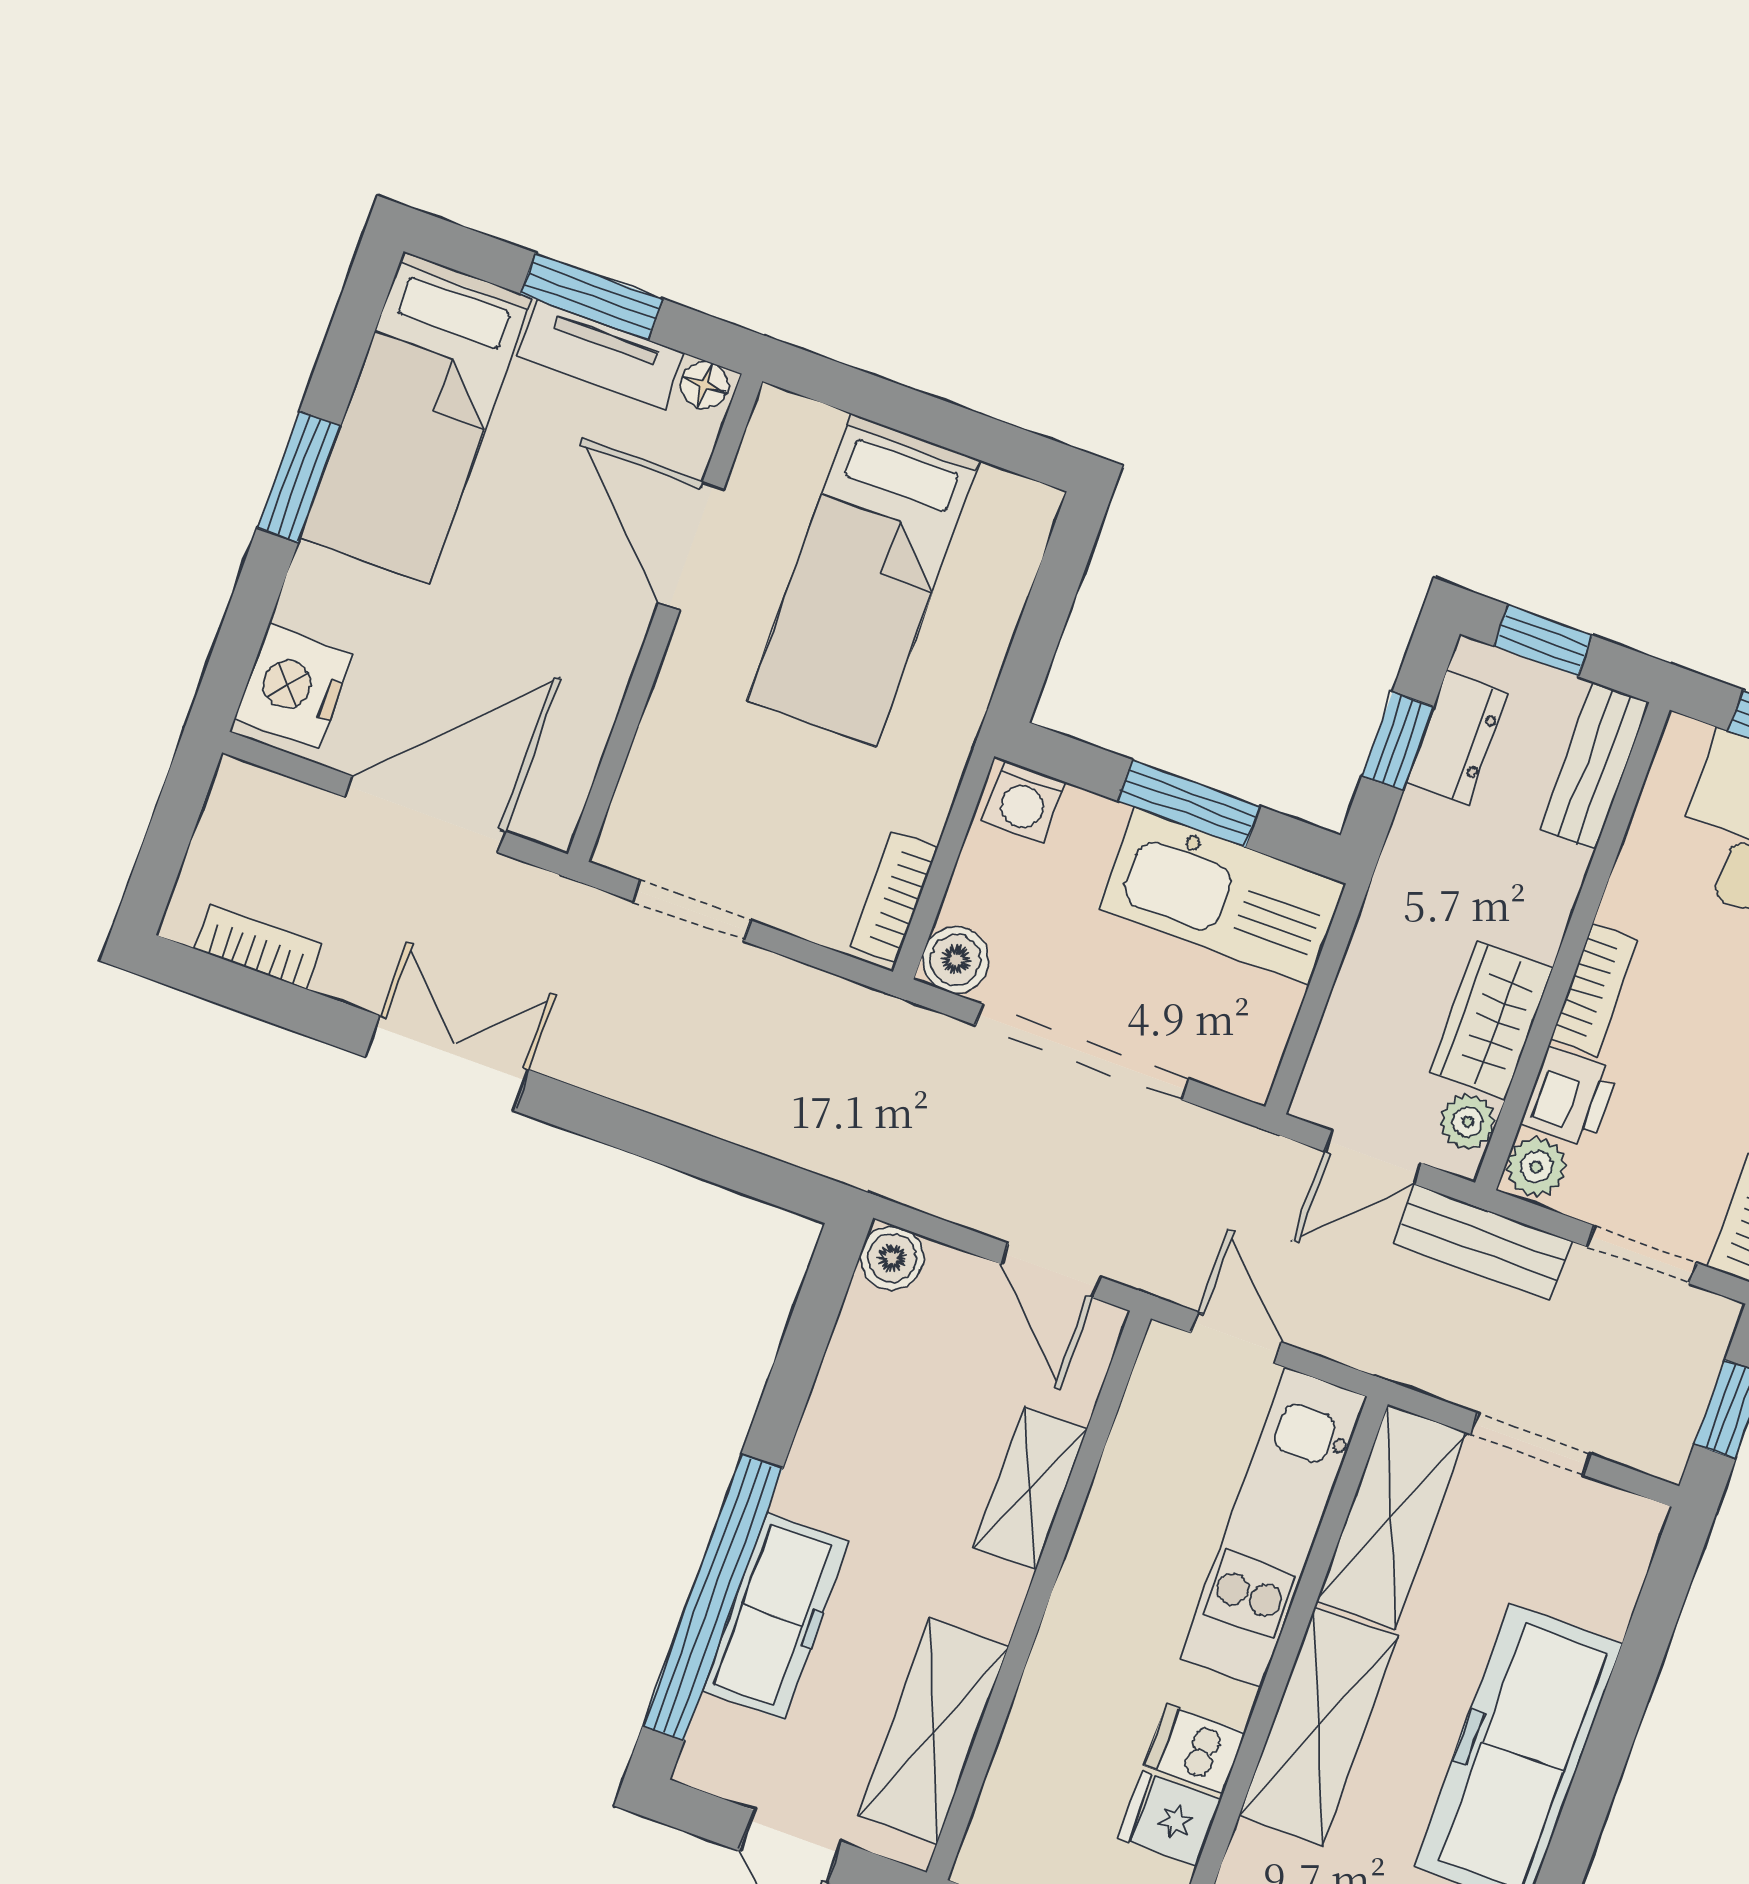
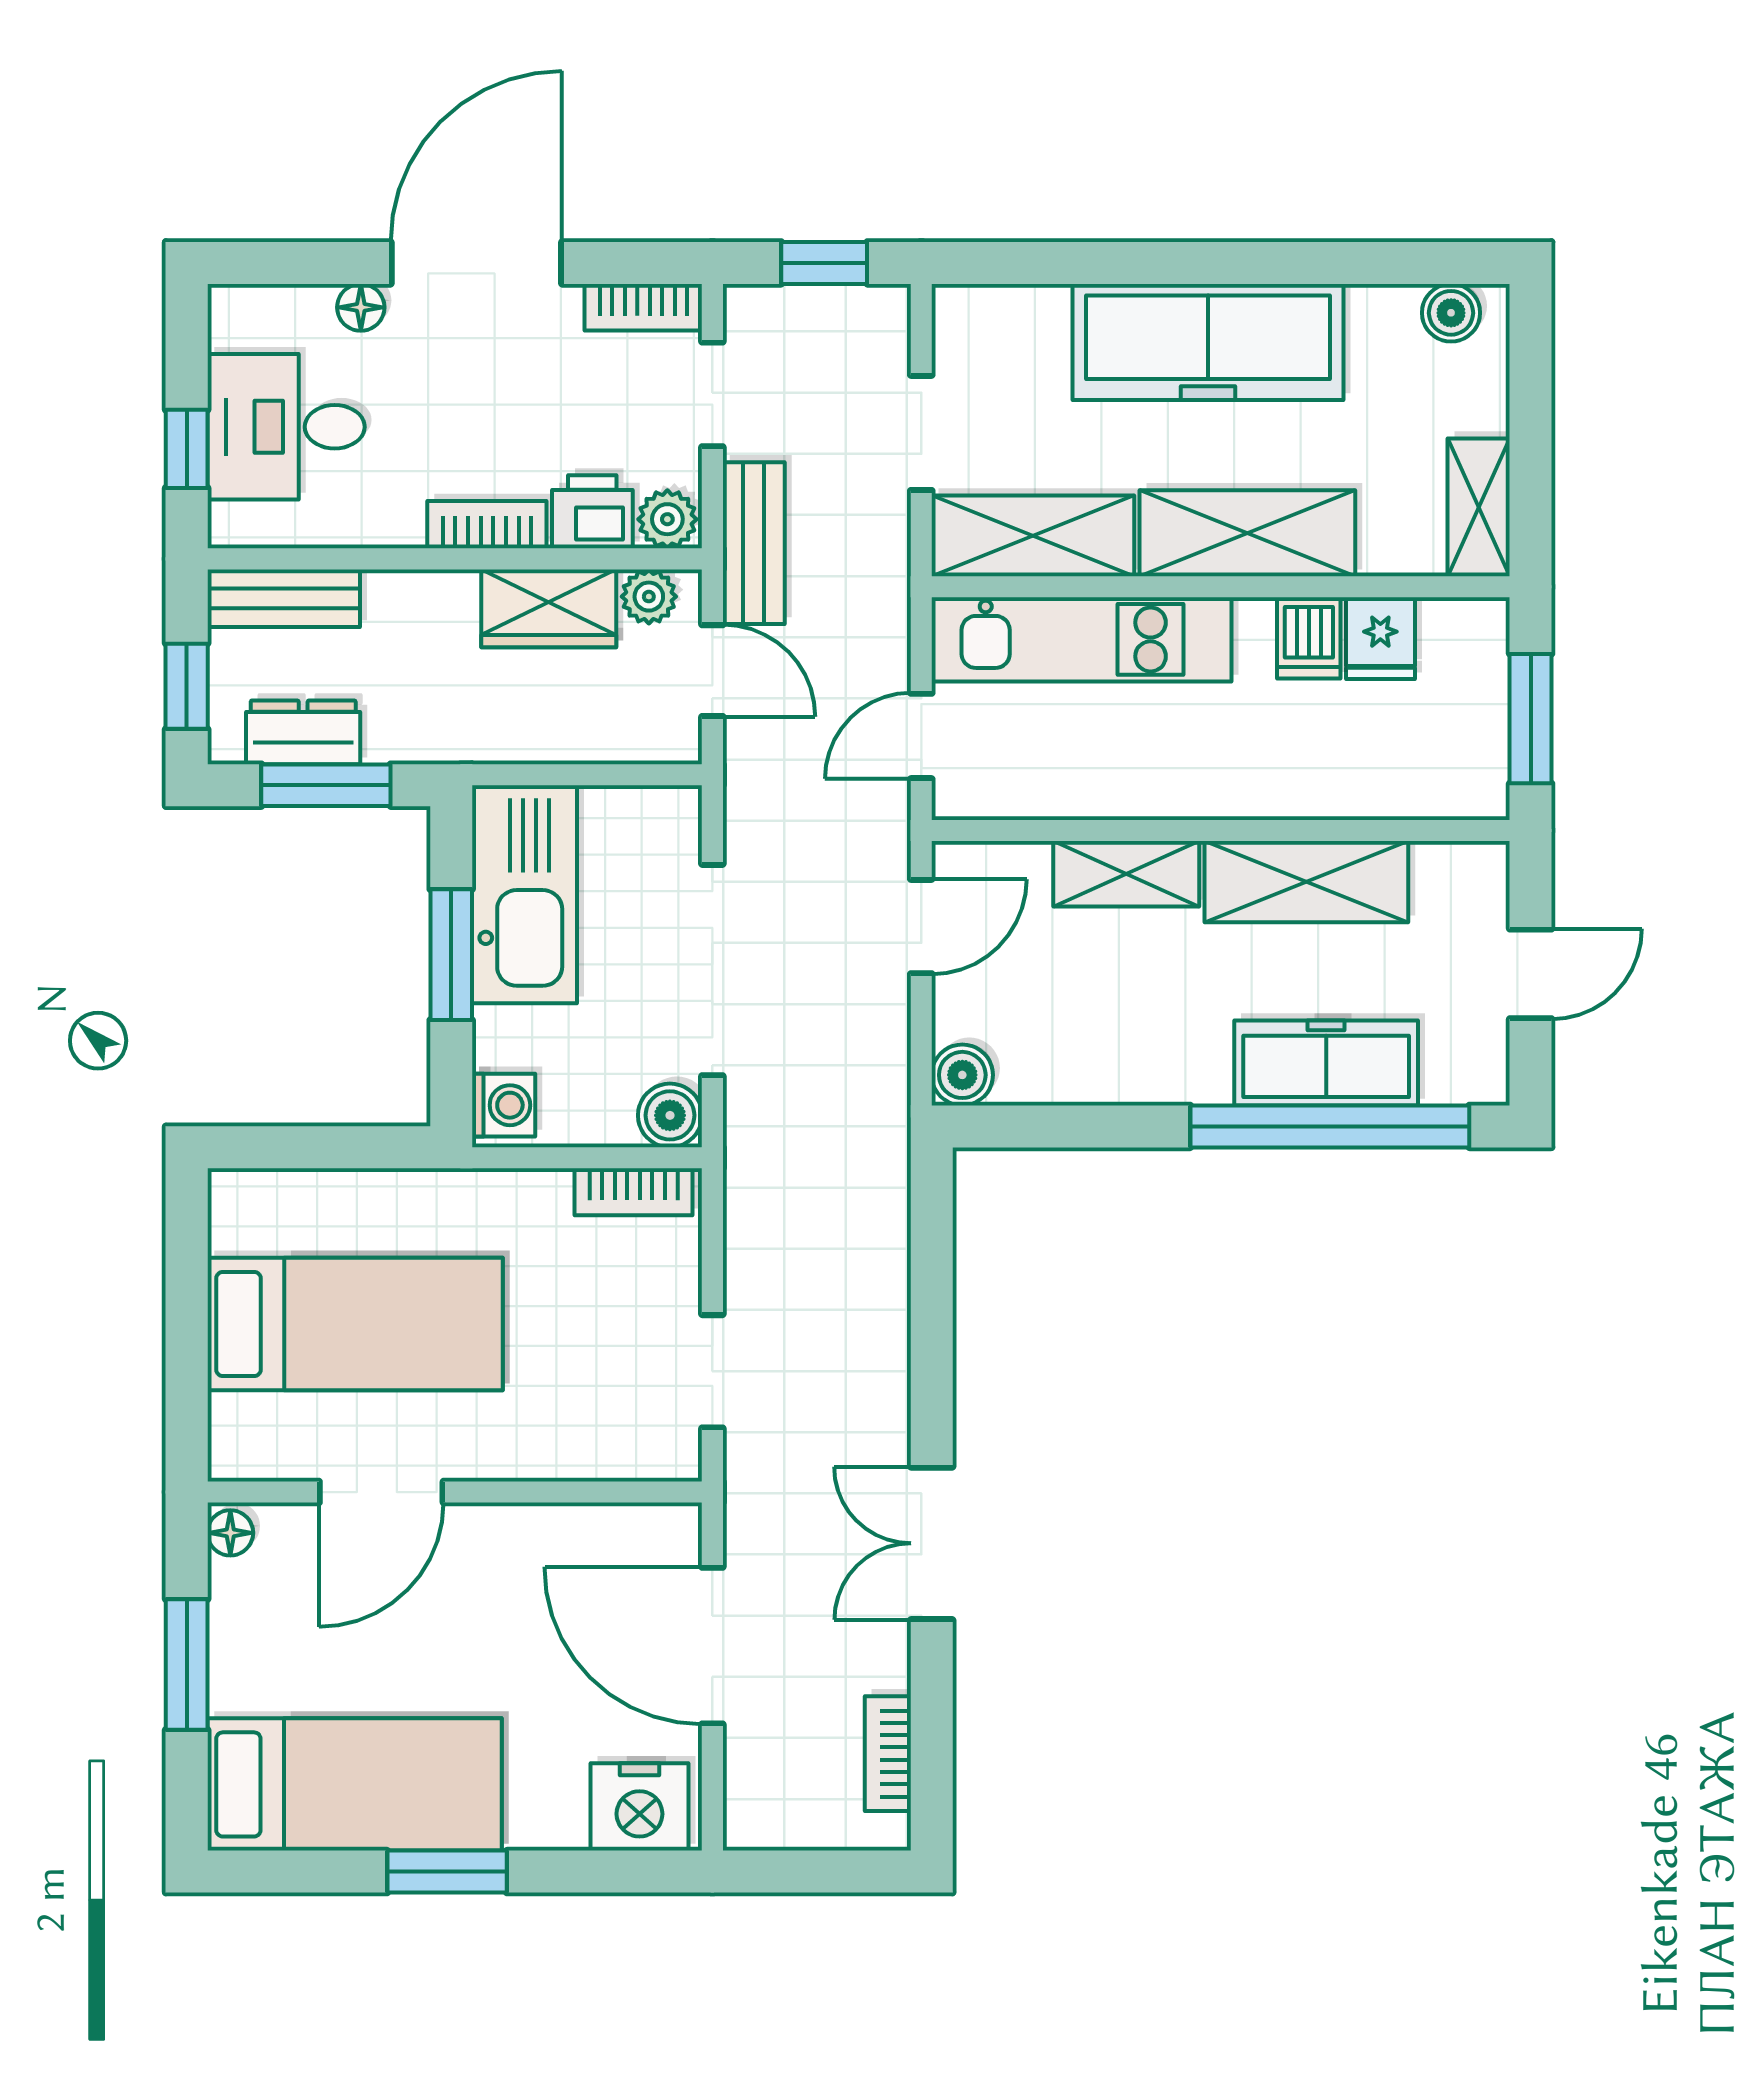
tv unit: (601, 354) -> (236, 1637), removed
window: (1398, 741) -> (326, 785), width x1.50
shelving: (933, 1731) -> (1306, 882), moved

